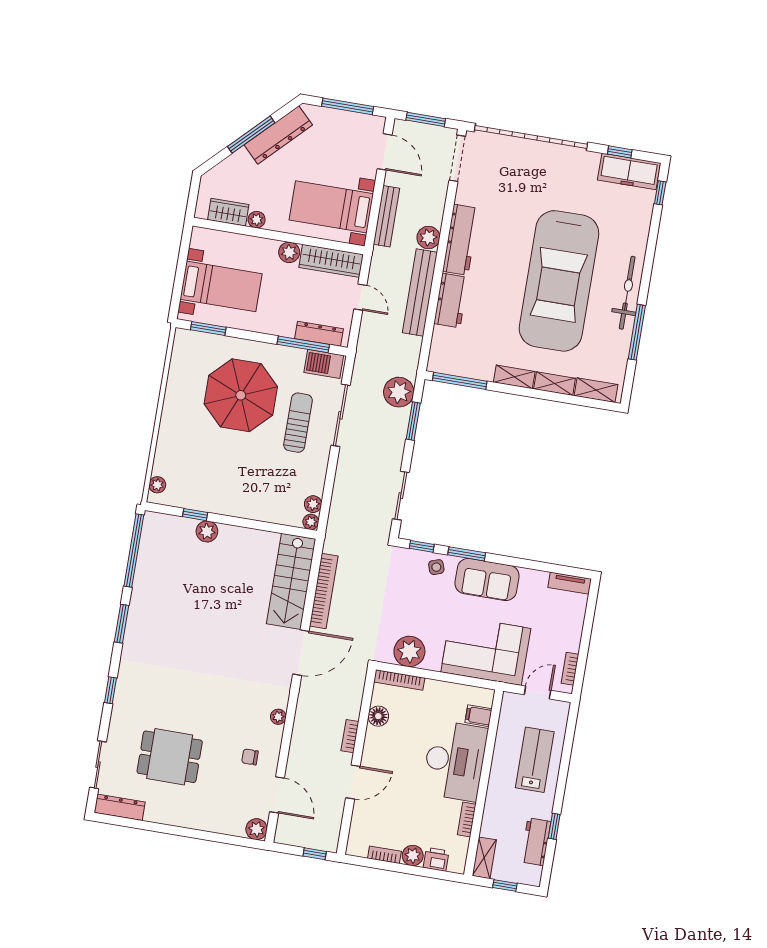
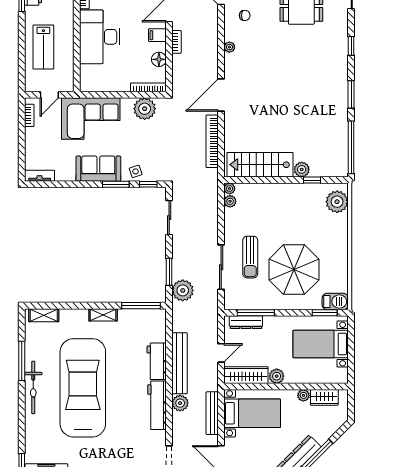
door: (360, 297) -> (221, 353), swing flipped
barbecue: (324, 364) -> (335, 301), moved
shelving: (555, 384) -> (74, 315), removed
plant: (157, 485) -> (337, 202), width x1.87, depth x1.87
stairs: (291, 581) -> (260, 165), moved, turned -90
filing cabinet: (478, 716) -> (157, 35), moved, turned 180

